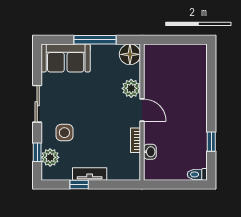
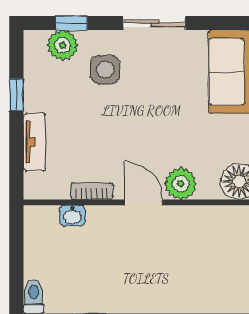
door: (142, 110) -> (144, 202), swing flipped
tv unit: (90, 174) -> (34, 142), moved

